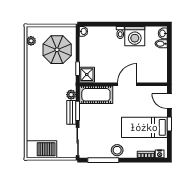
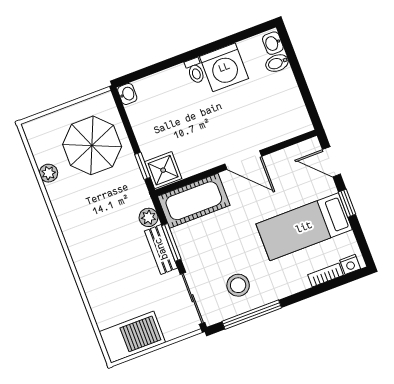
plant: (31, 41) -> (49, 173), moved
door: (127, 84) -> (243, 160), swing flipped
stool: (117, 150) -> (238, 285), moved

